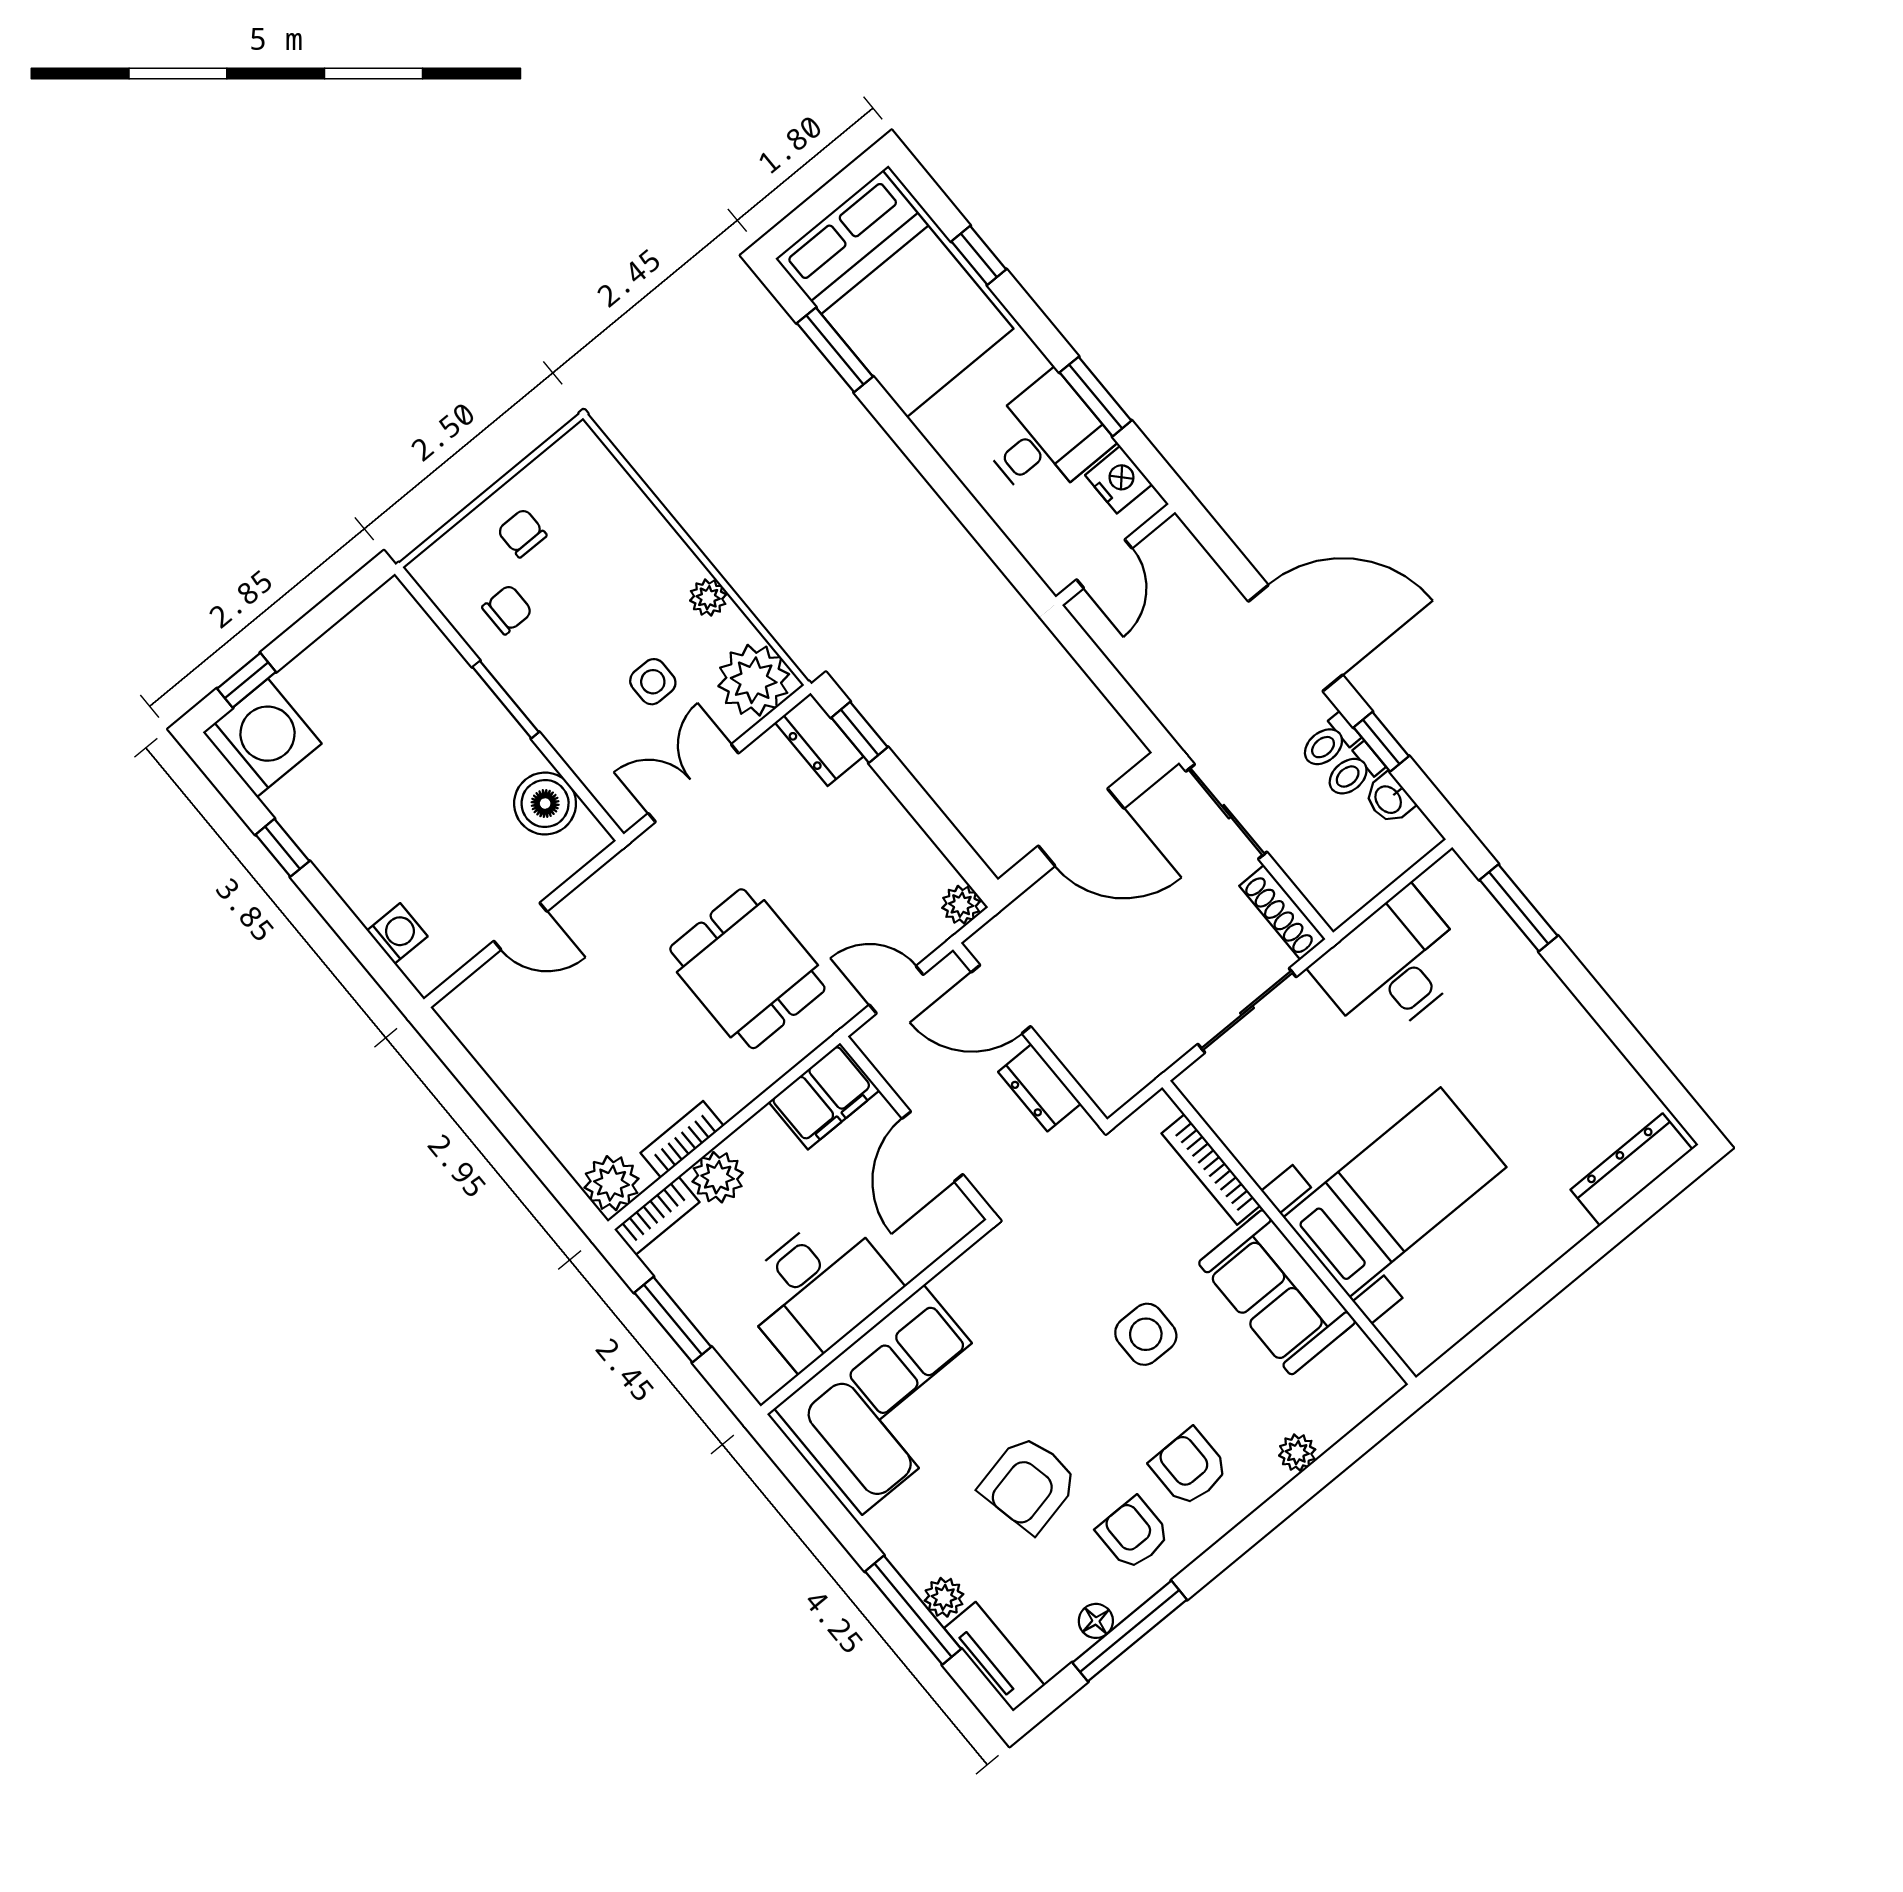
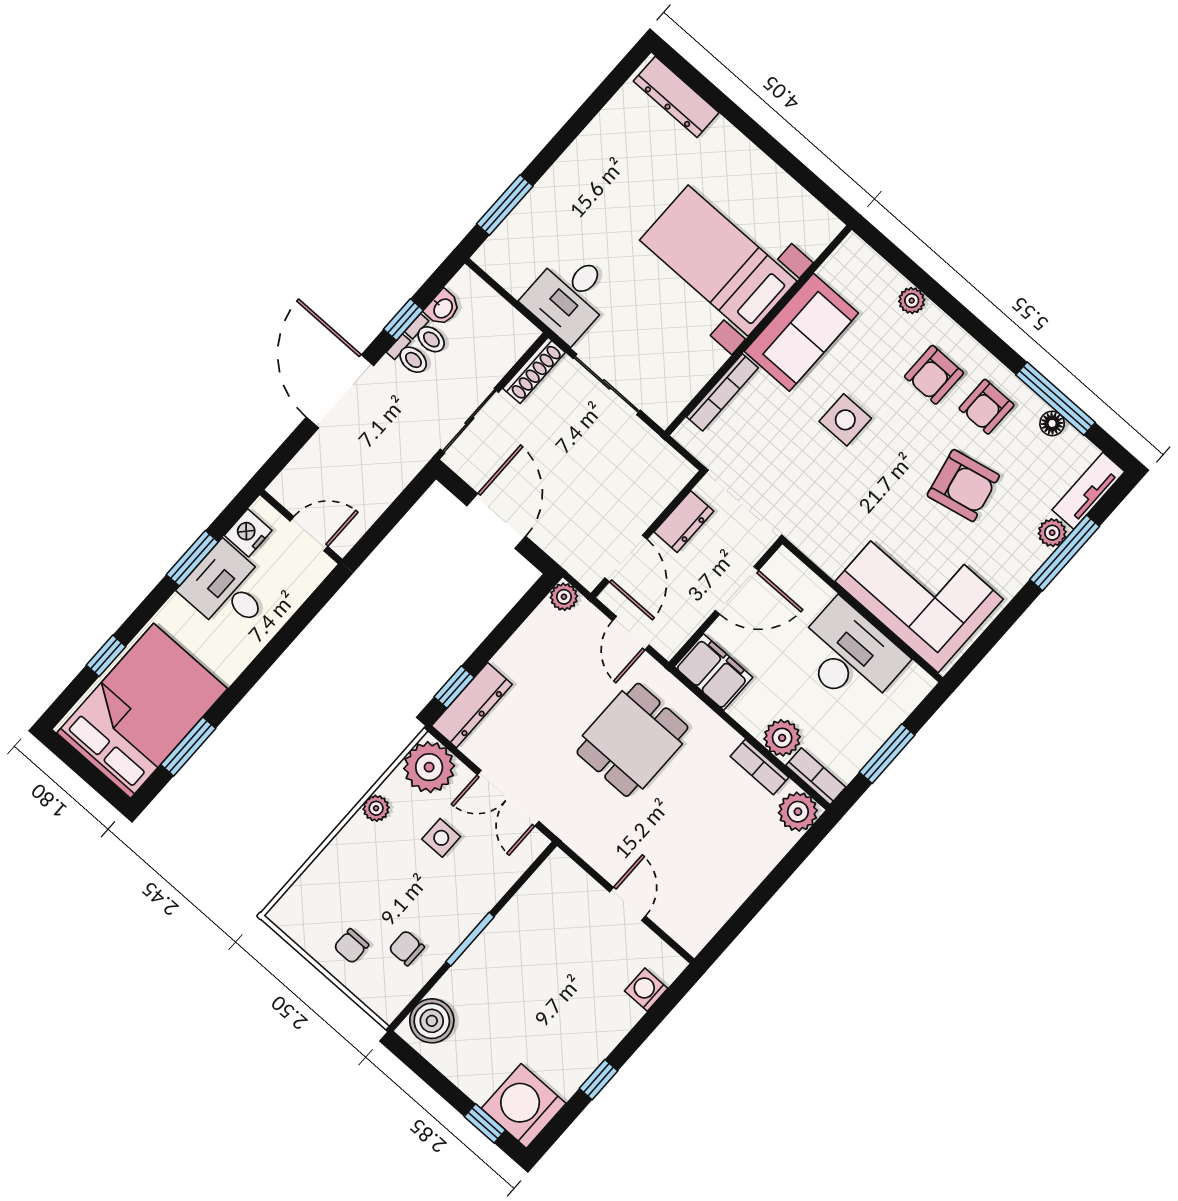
dresser: (819, 739) -> (472, 705), width x1.44
boiler: (545, 804) -> (432, 1021), moved
desk: (1392, 966) -> (569, 296), width x0.73

